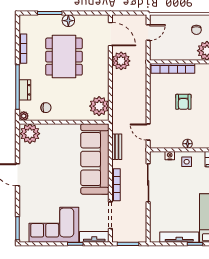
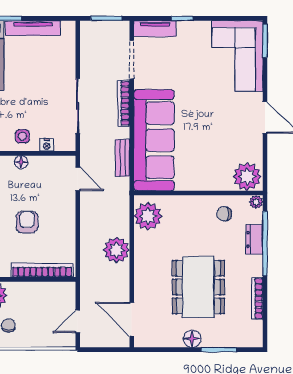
plant: (121, 61) -> (117, 250), moved
corner sofa: (54, 225) -> (237, 56), moved, turned 90

